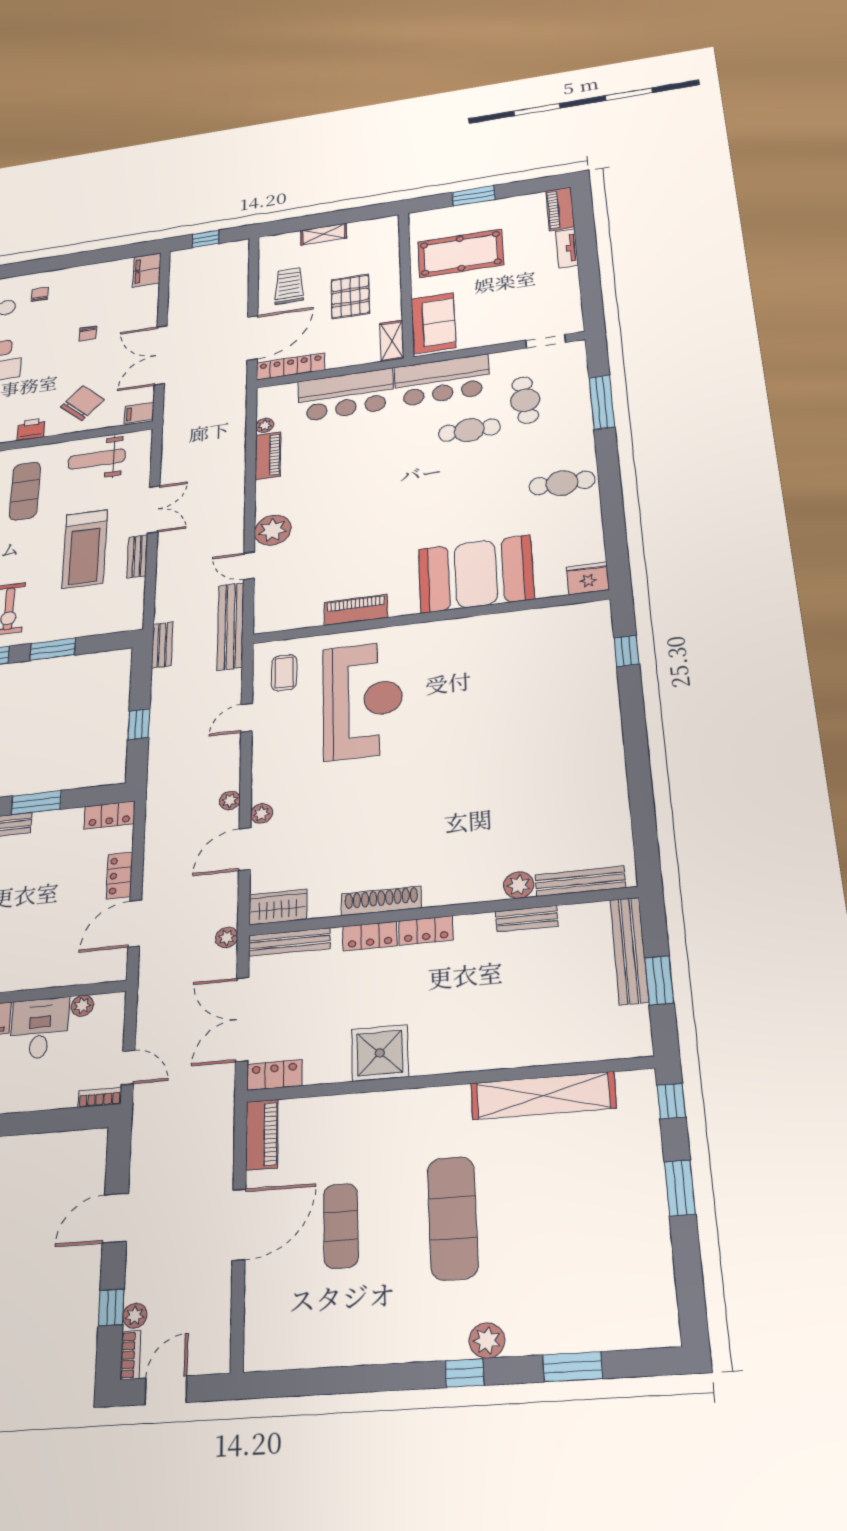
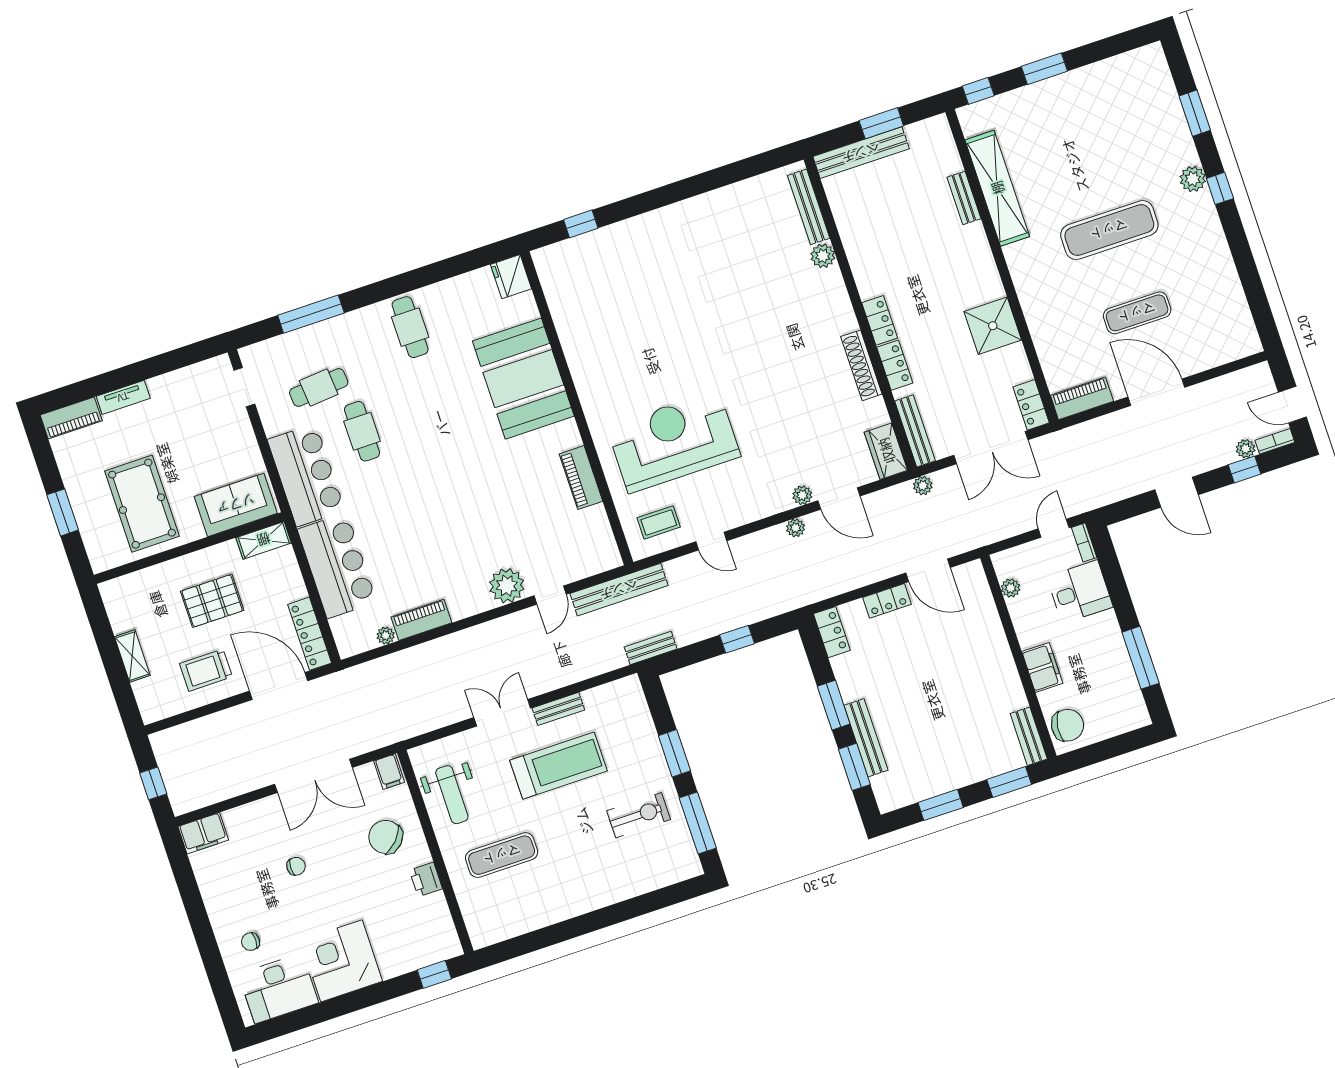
bench: (527, 919) -> (964, 198), moved
desk: (40, 1028) -> (1080, 592), moved, turned 180

